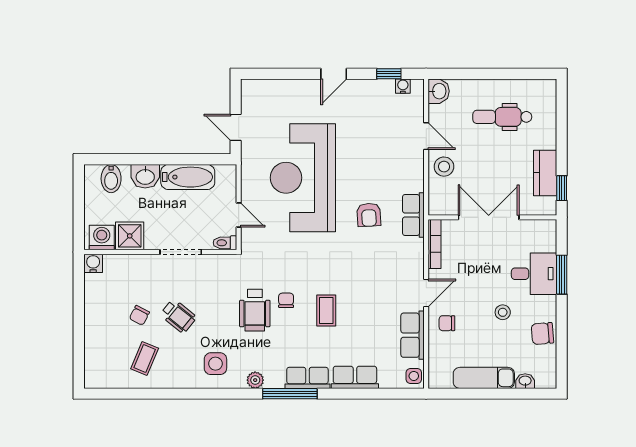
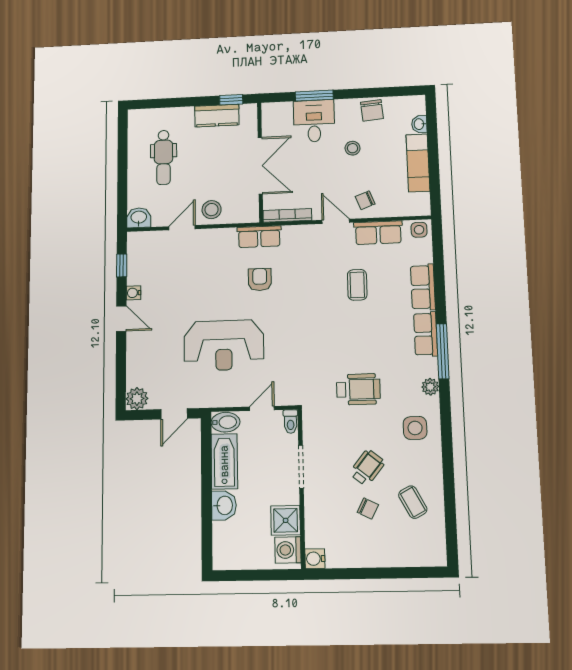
water cooler: (403, 86) -> (134, 293), moved
plant: (252, 90) -> (137, 399), added
reception desk: (303, 178) -> (224, 345), width x0.74, depth x0.77
bidet: (111, 179) -> (225, 422), moved
armchair: (369, 215) -> (260, 279), turned -87
double door: (489, 217) -> (260, 166), swing flipped
chair: (286, 300) -> (347, 358), removed
coffee table: (326, 311) -> (357, 285), moved, turned 90
chair: (447, 323) -> (365, 200), turned 69
coffee table: (145, 359) -> (413, 502), turned 39

